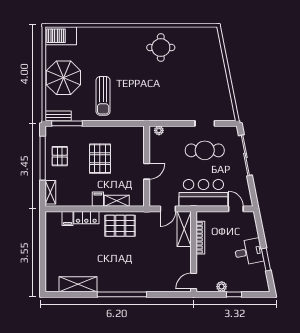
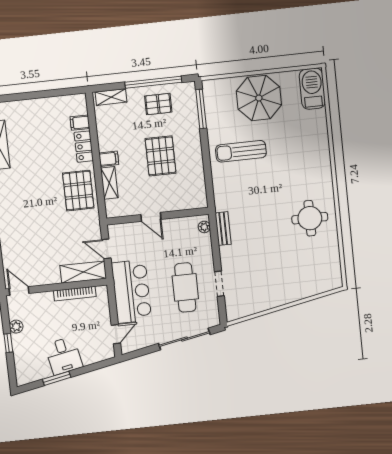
bench: (58, 116) -> (223, 229), moved
pallet: (100, 159) -> (161, 156), turned 90

